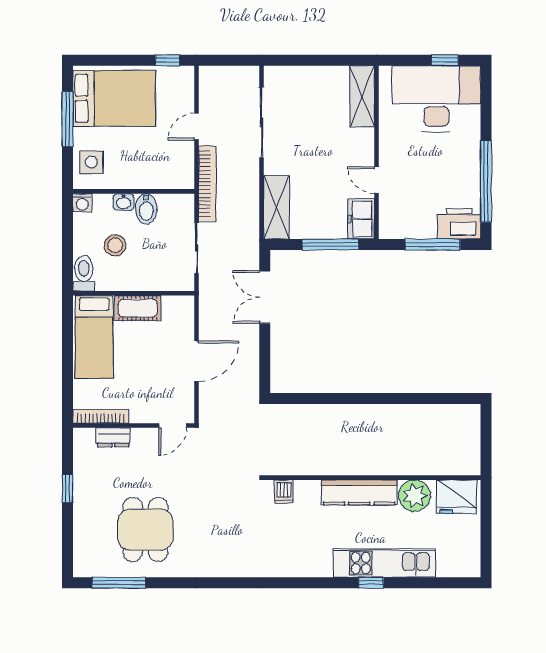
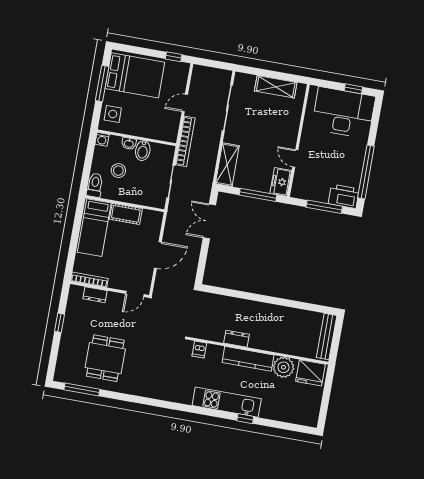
shelving: (362, 96) -> (276, 87), moved, turned 90
bench: (471, 438) -> (327, 337), added
dresser: (337, 465) -> (236, 339), added
kitchen unit: (384, 563) -> (227, 402), moved

